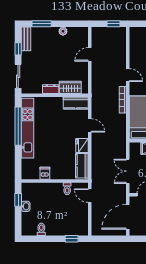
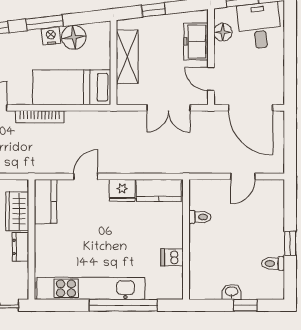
window: (18, 126) -> (123, 305), moved
door: (90, 196) -> (243, 176), moved
window: (18, 200) -> (245, 305), moved
window: (72, 239) -> (290, 243), moved

